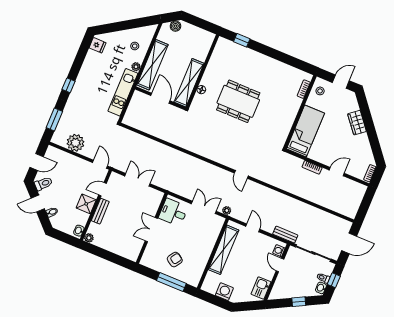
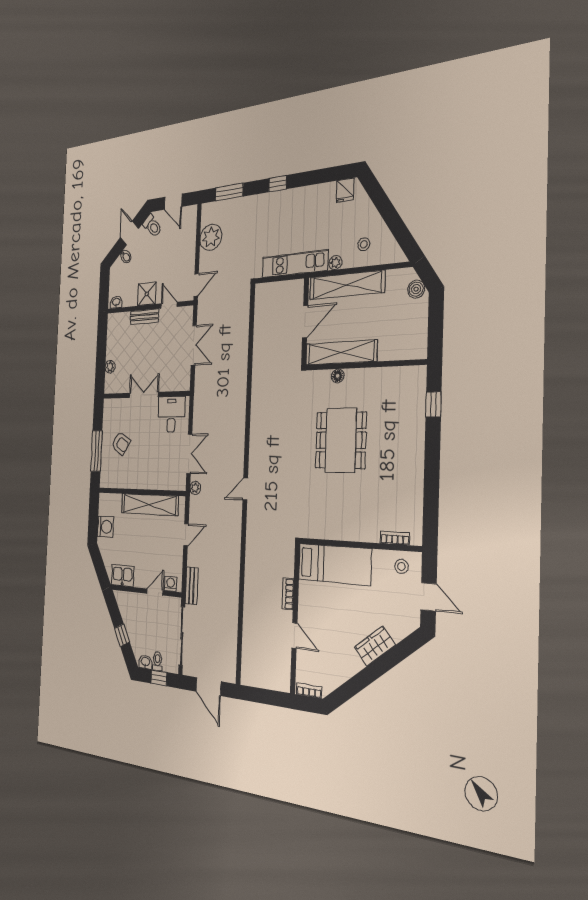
plant: (89, 238) -> (110, 367), moved

